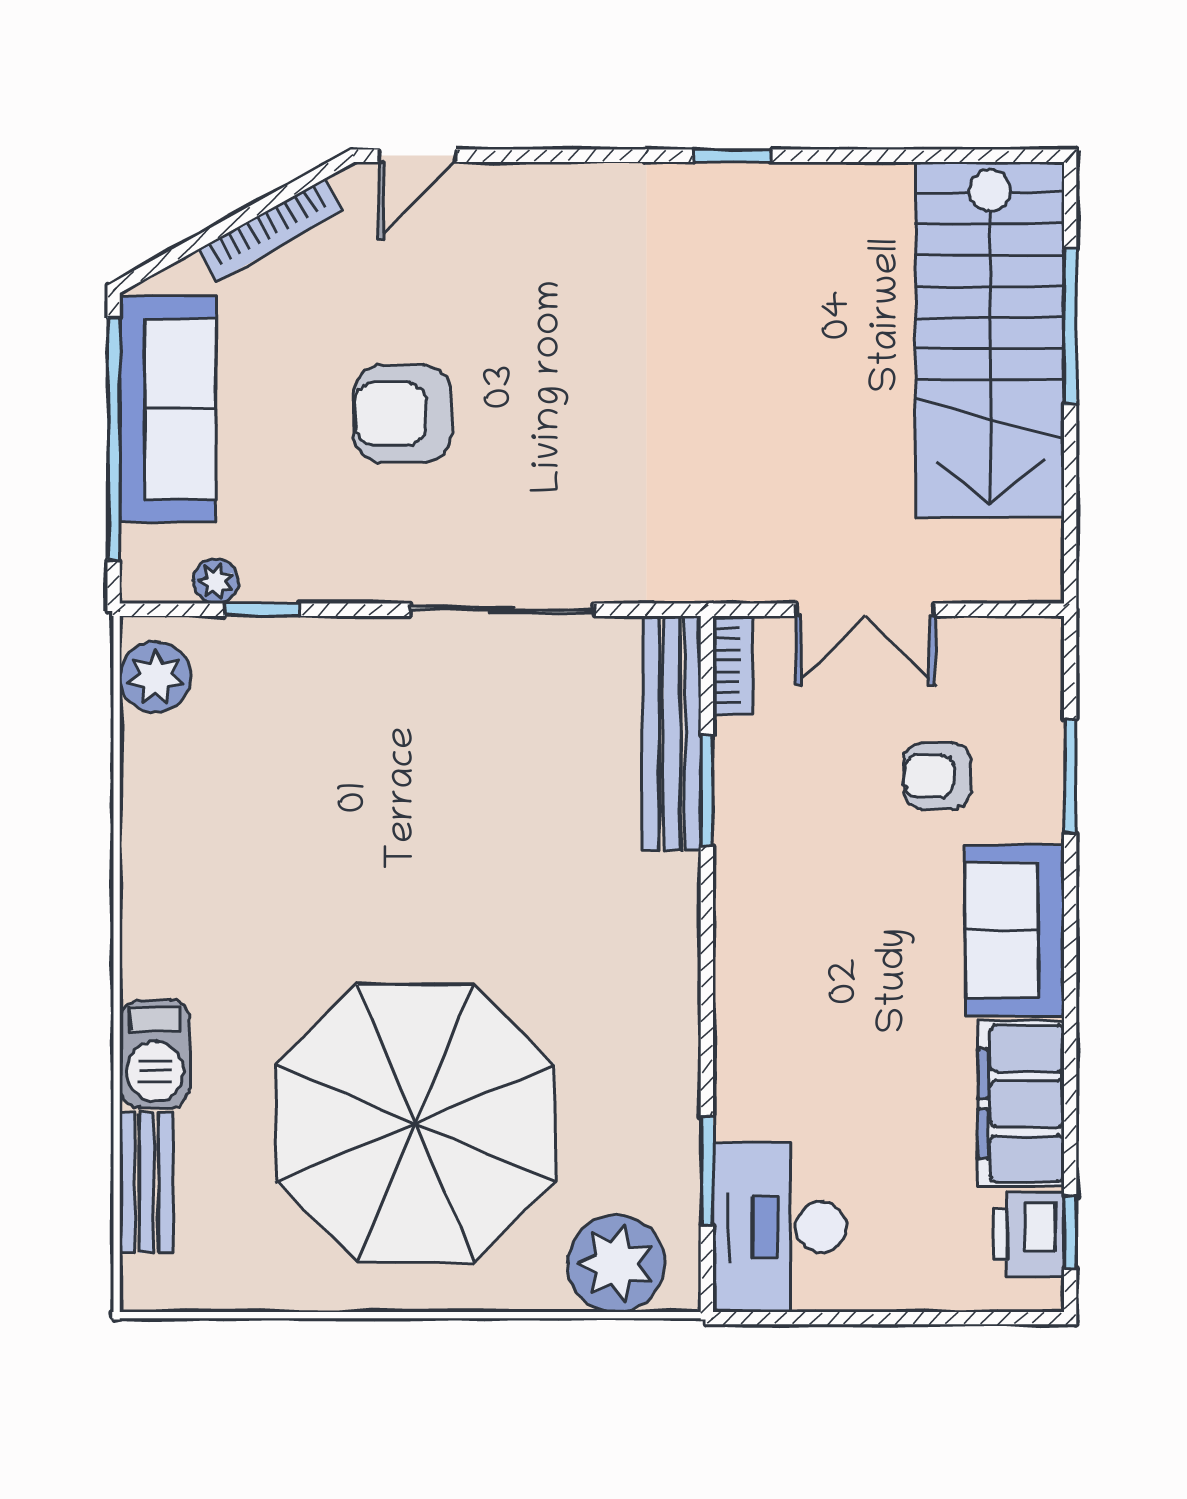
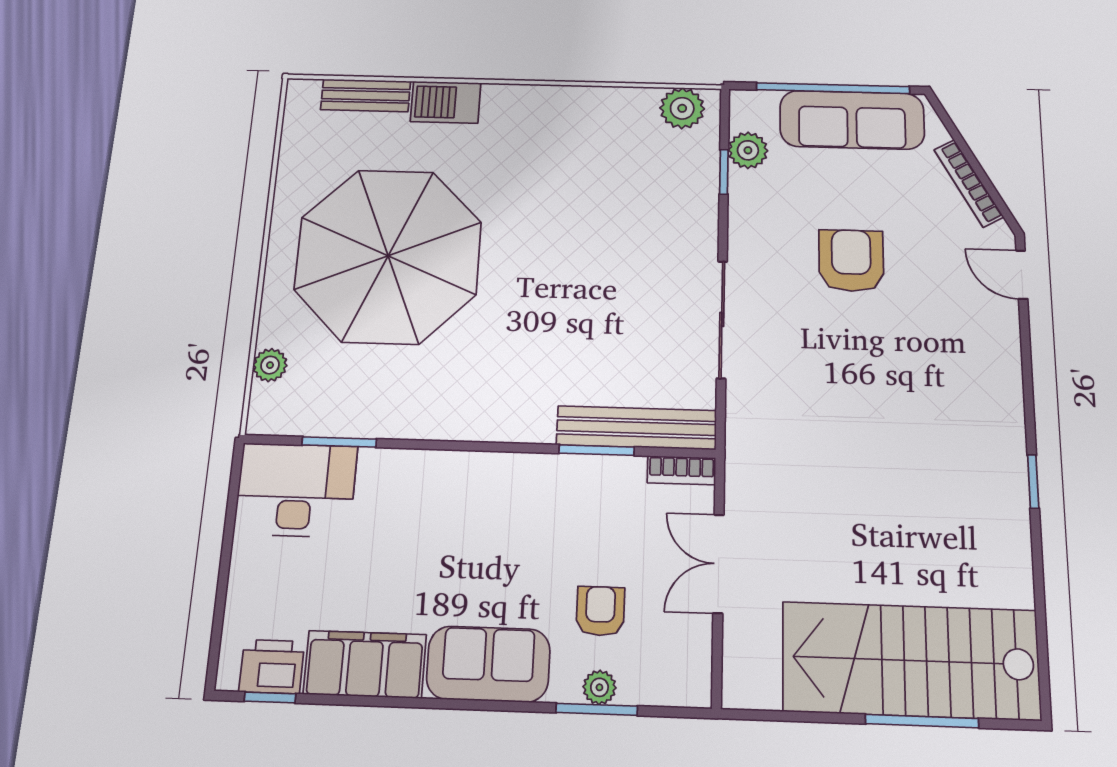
plant: (216, 581) -> (748, 150), width x1.38, depth x1.38
plant: (1041, 773) -> (599, 687), added
plant: (616, 1264) -> (270, 365), width x0.53, depth x0.53

